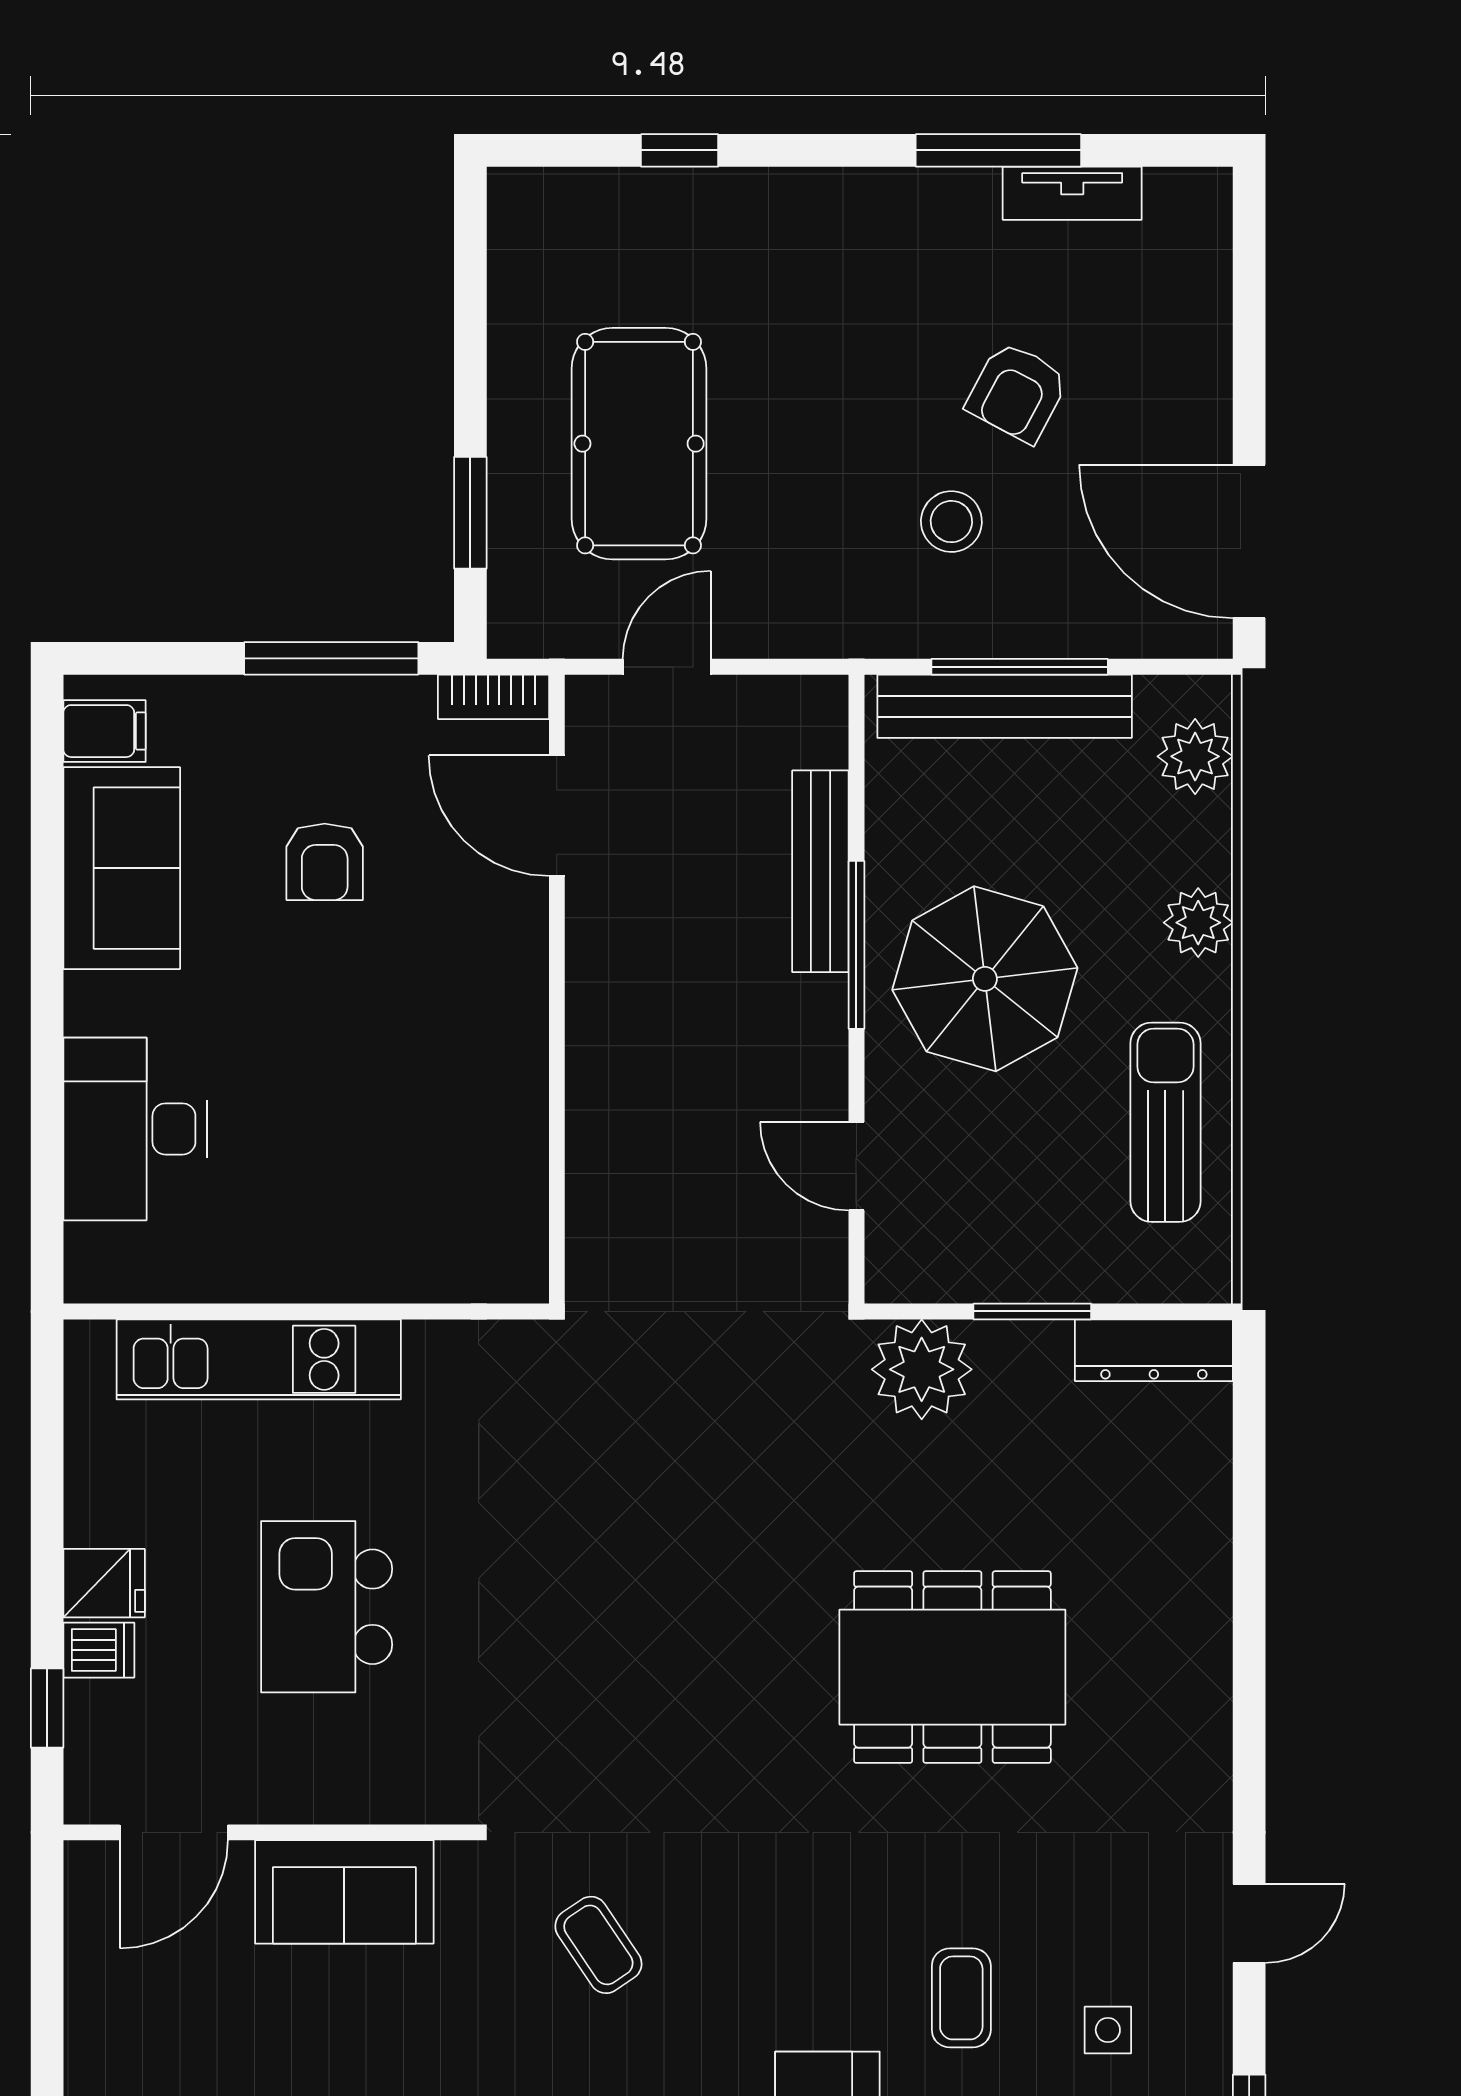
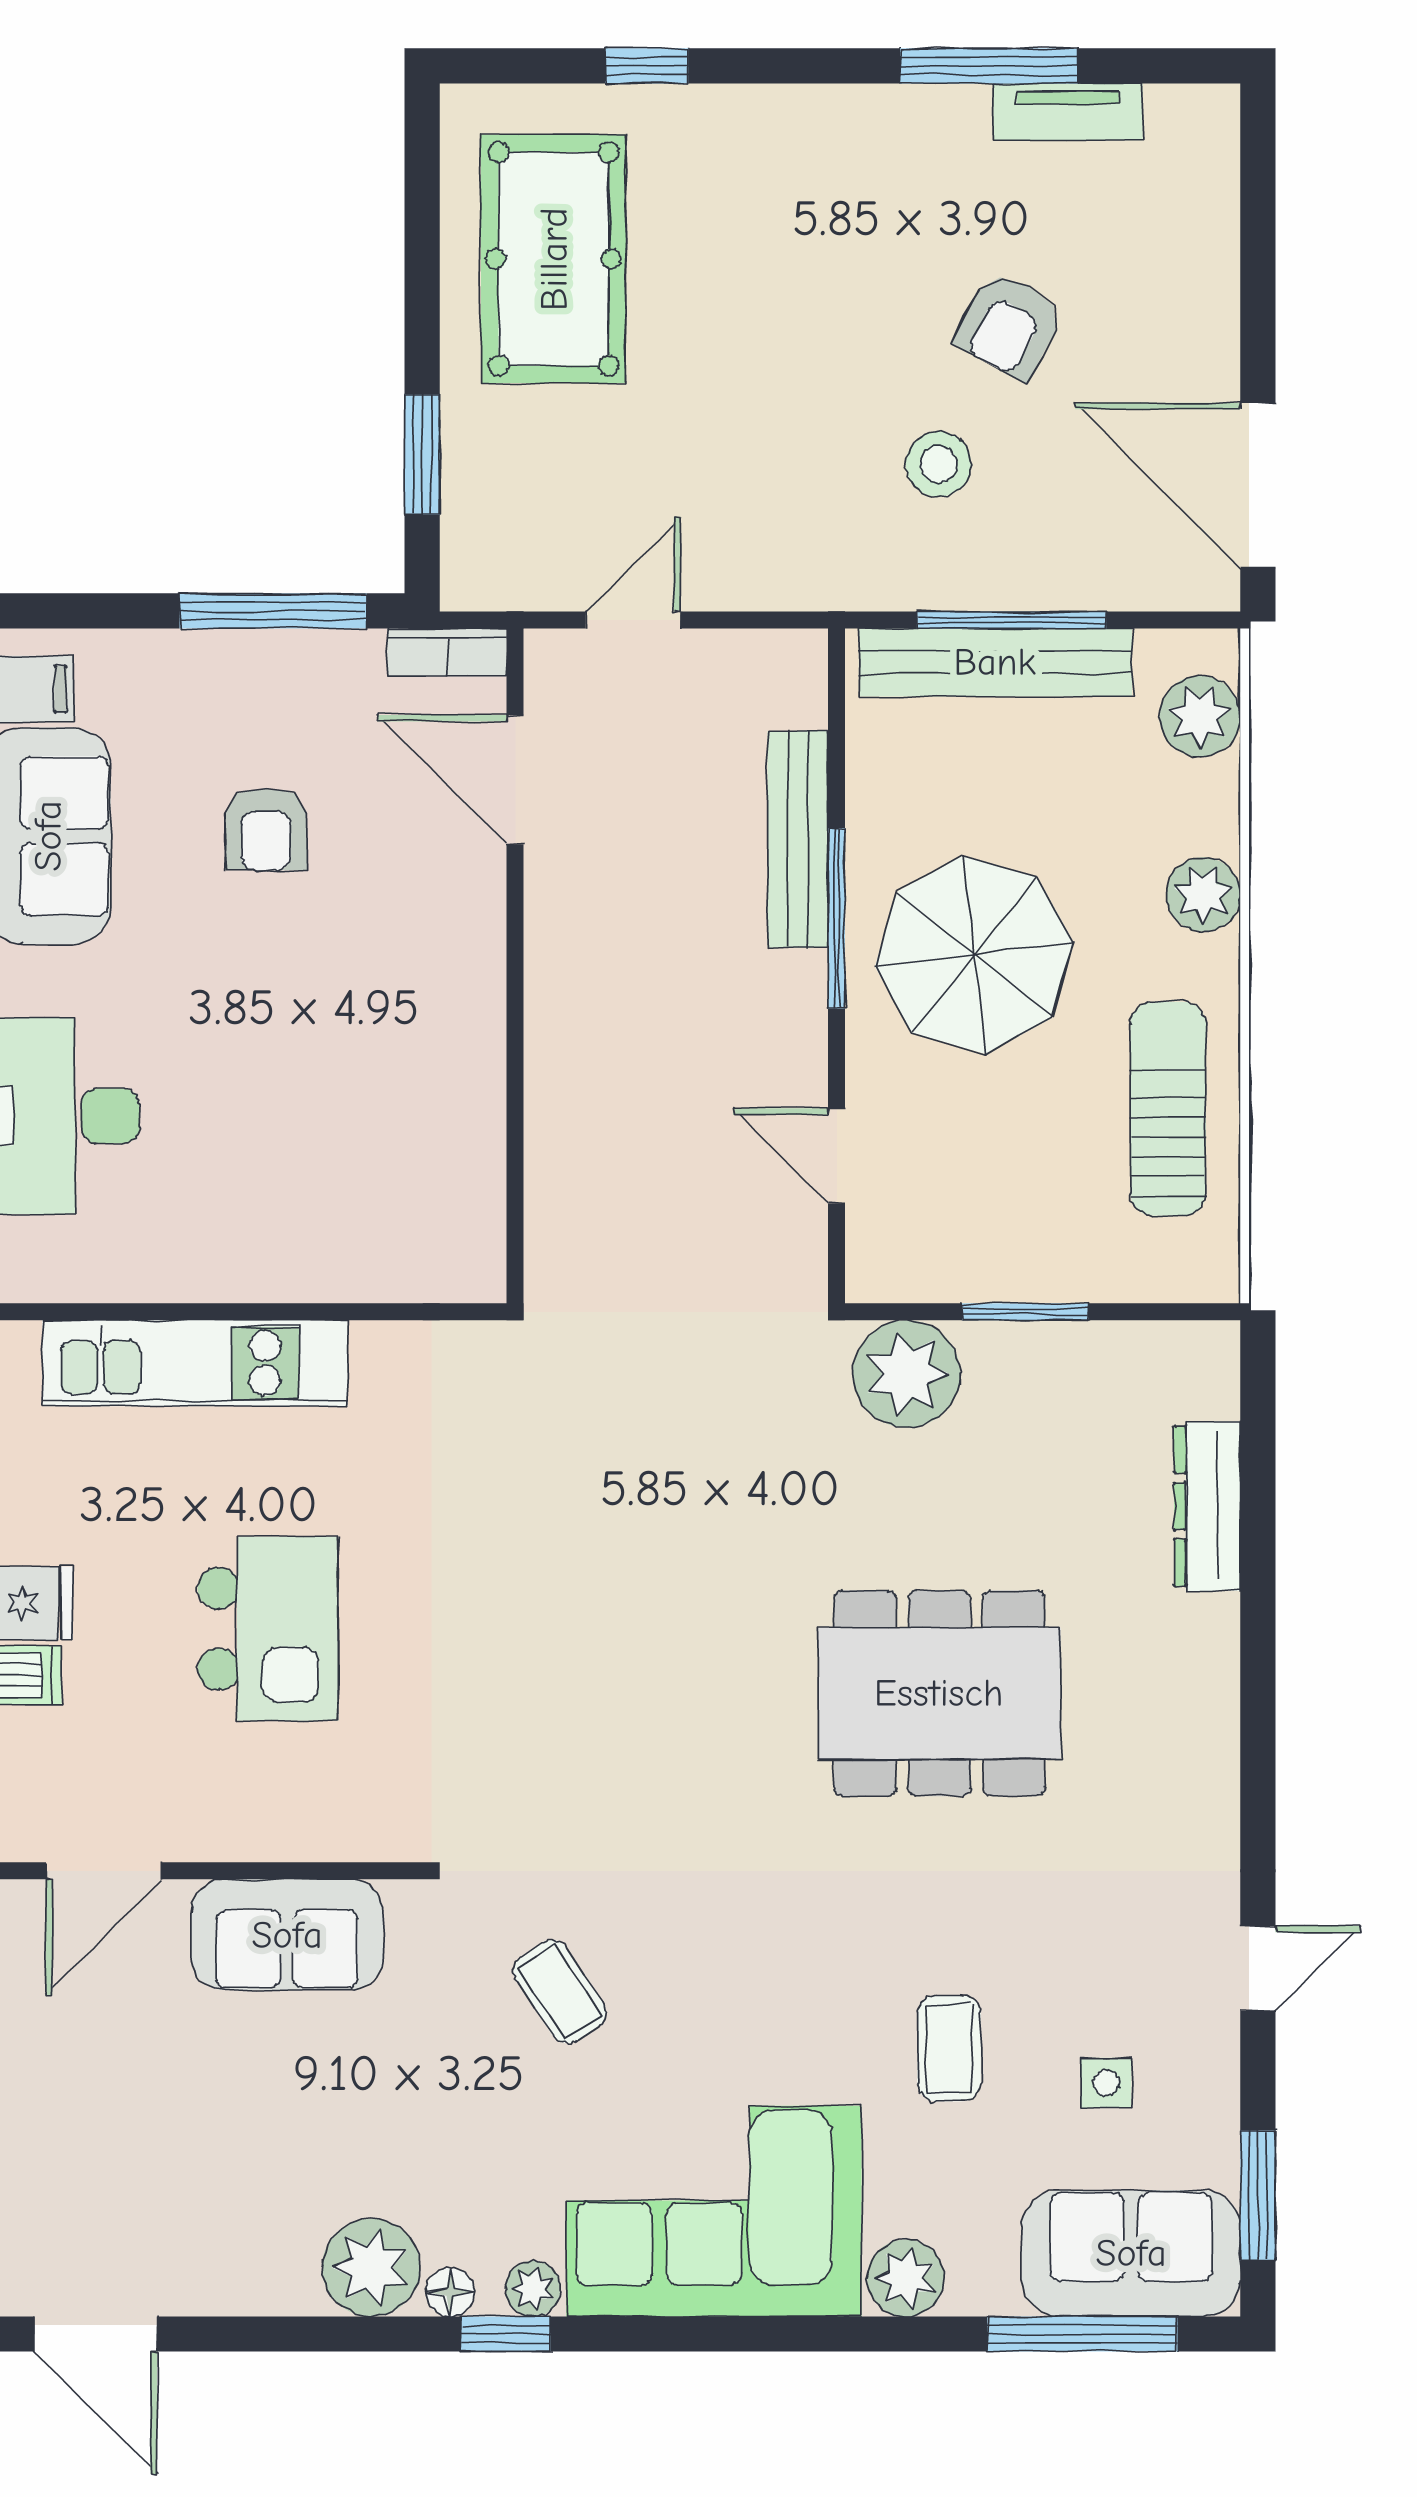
pool table: (639, 444) -> (554, 259), moved
dresser: (1154, 1350) -> (1207, 1506), moved, turned 90
kitchen island: (327, 1607) -> (268, 1629), turned 180

